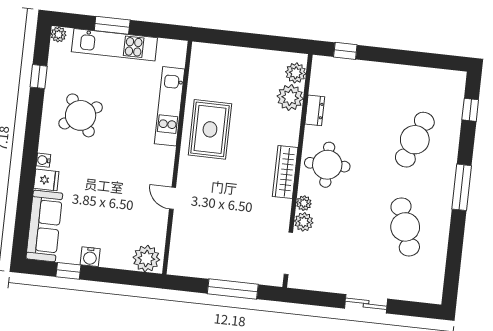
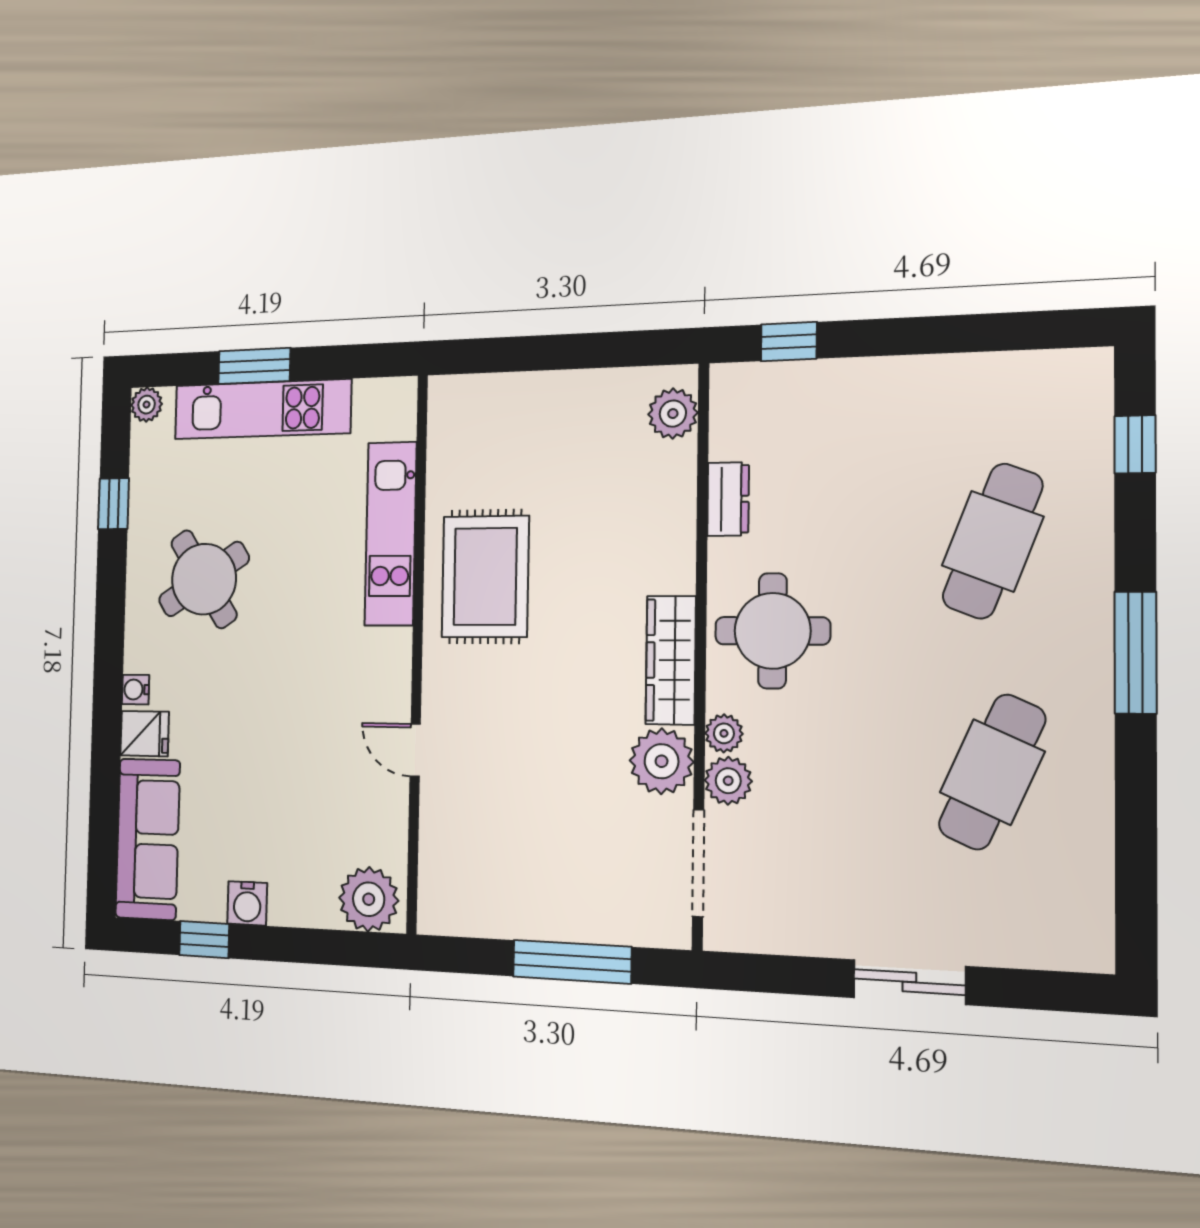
plant: (290, 97) -> (662, 761), moved
cafe table: (405, 227) -> (992, 772), turned 42

